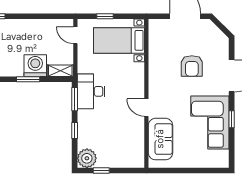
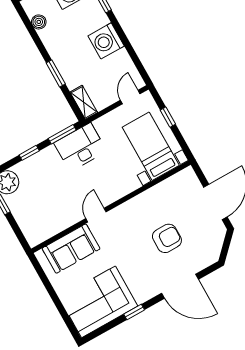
washing machine: (35, 66) -> (106, 41), moved, turned 180
armchair: (192, 66) -> (167, 238), turned 180
corner sofa: (210, 122) -> (98, 302), moved

